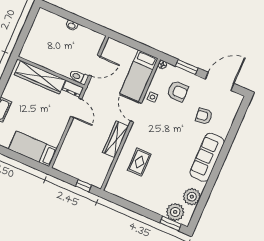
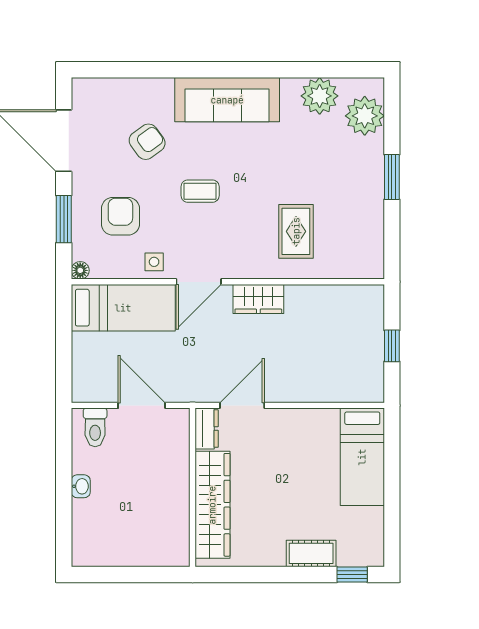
toilet: (79, 77) -> (95, 427), moved
armchair: (204, 116) -> (147, 142), turned -118
coffee table: (174, 129) -> (200, 191), added
wardrobe: (116, 139) -> (258, 299), width x0.67
rug: (139, 162) -> (296, 231), turned 90
window: (83, 186) -> (392, 346), moved
window: (171, 223) -> (392, 177), moved

